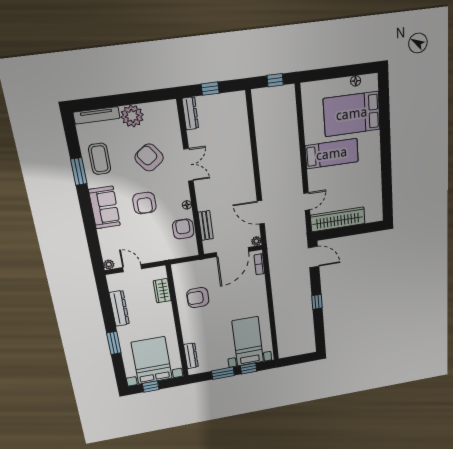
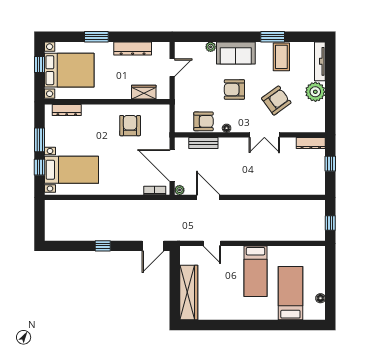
bed: (352, 114) -> (290, 293), width x0.67
coffee table: (100, 159) -> (281, 57), turned 90
door: (261, 212) -> (208, 197), hinge flipped
wardrobe: (338, 219) -> (189, 292), moved
plant: (109, 264) -> (211, 47), moved

